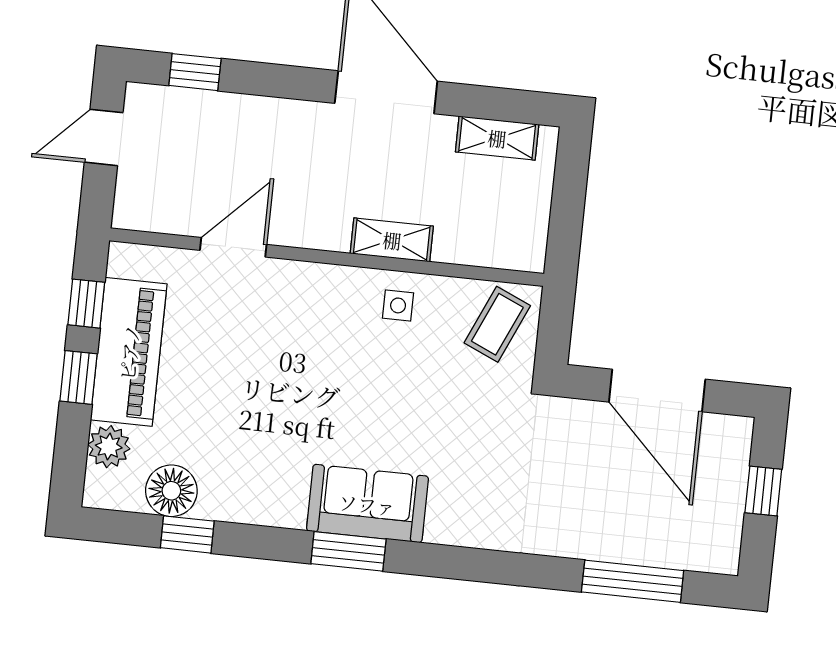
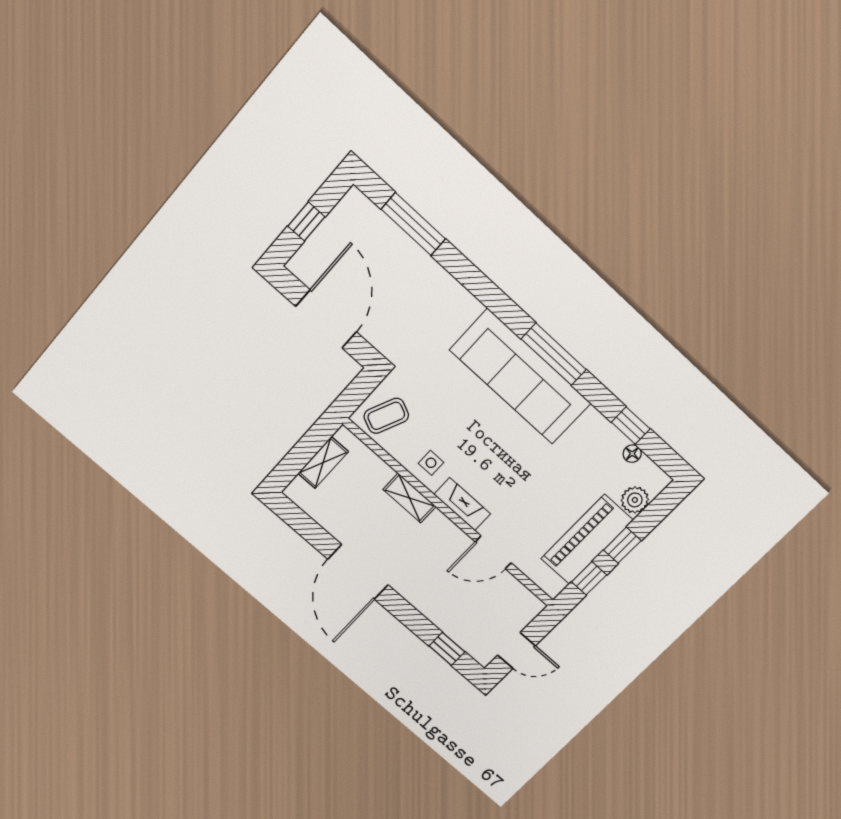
shelving: (497, 138) -> (323, 463), moved, turned 90
fireplace: (320, 281) -> (462, 504), added
floor lamp: (171, 491) -> (632, 454), width x0.53, depth x0.53
sofa: (367, 504) -> (520, 377), width x1.85, depth x1.27
window: (348, 551) -> (554, 354), width x1.44

